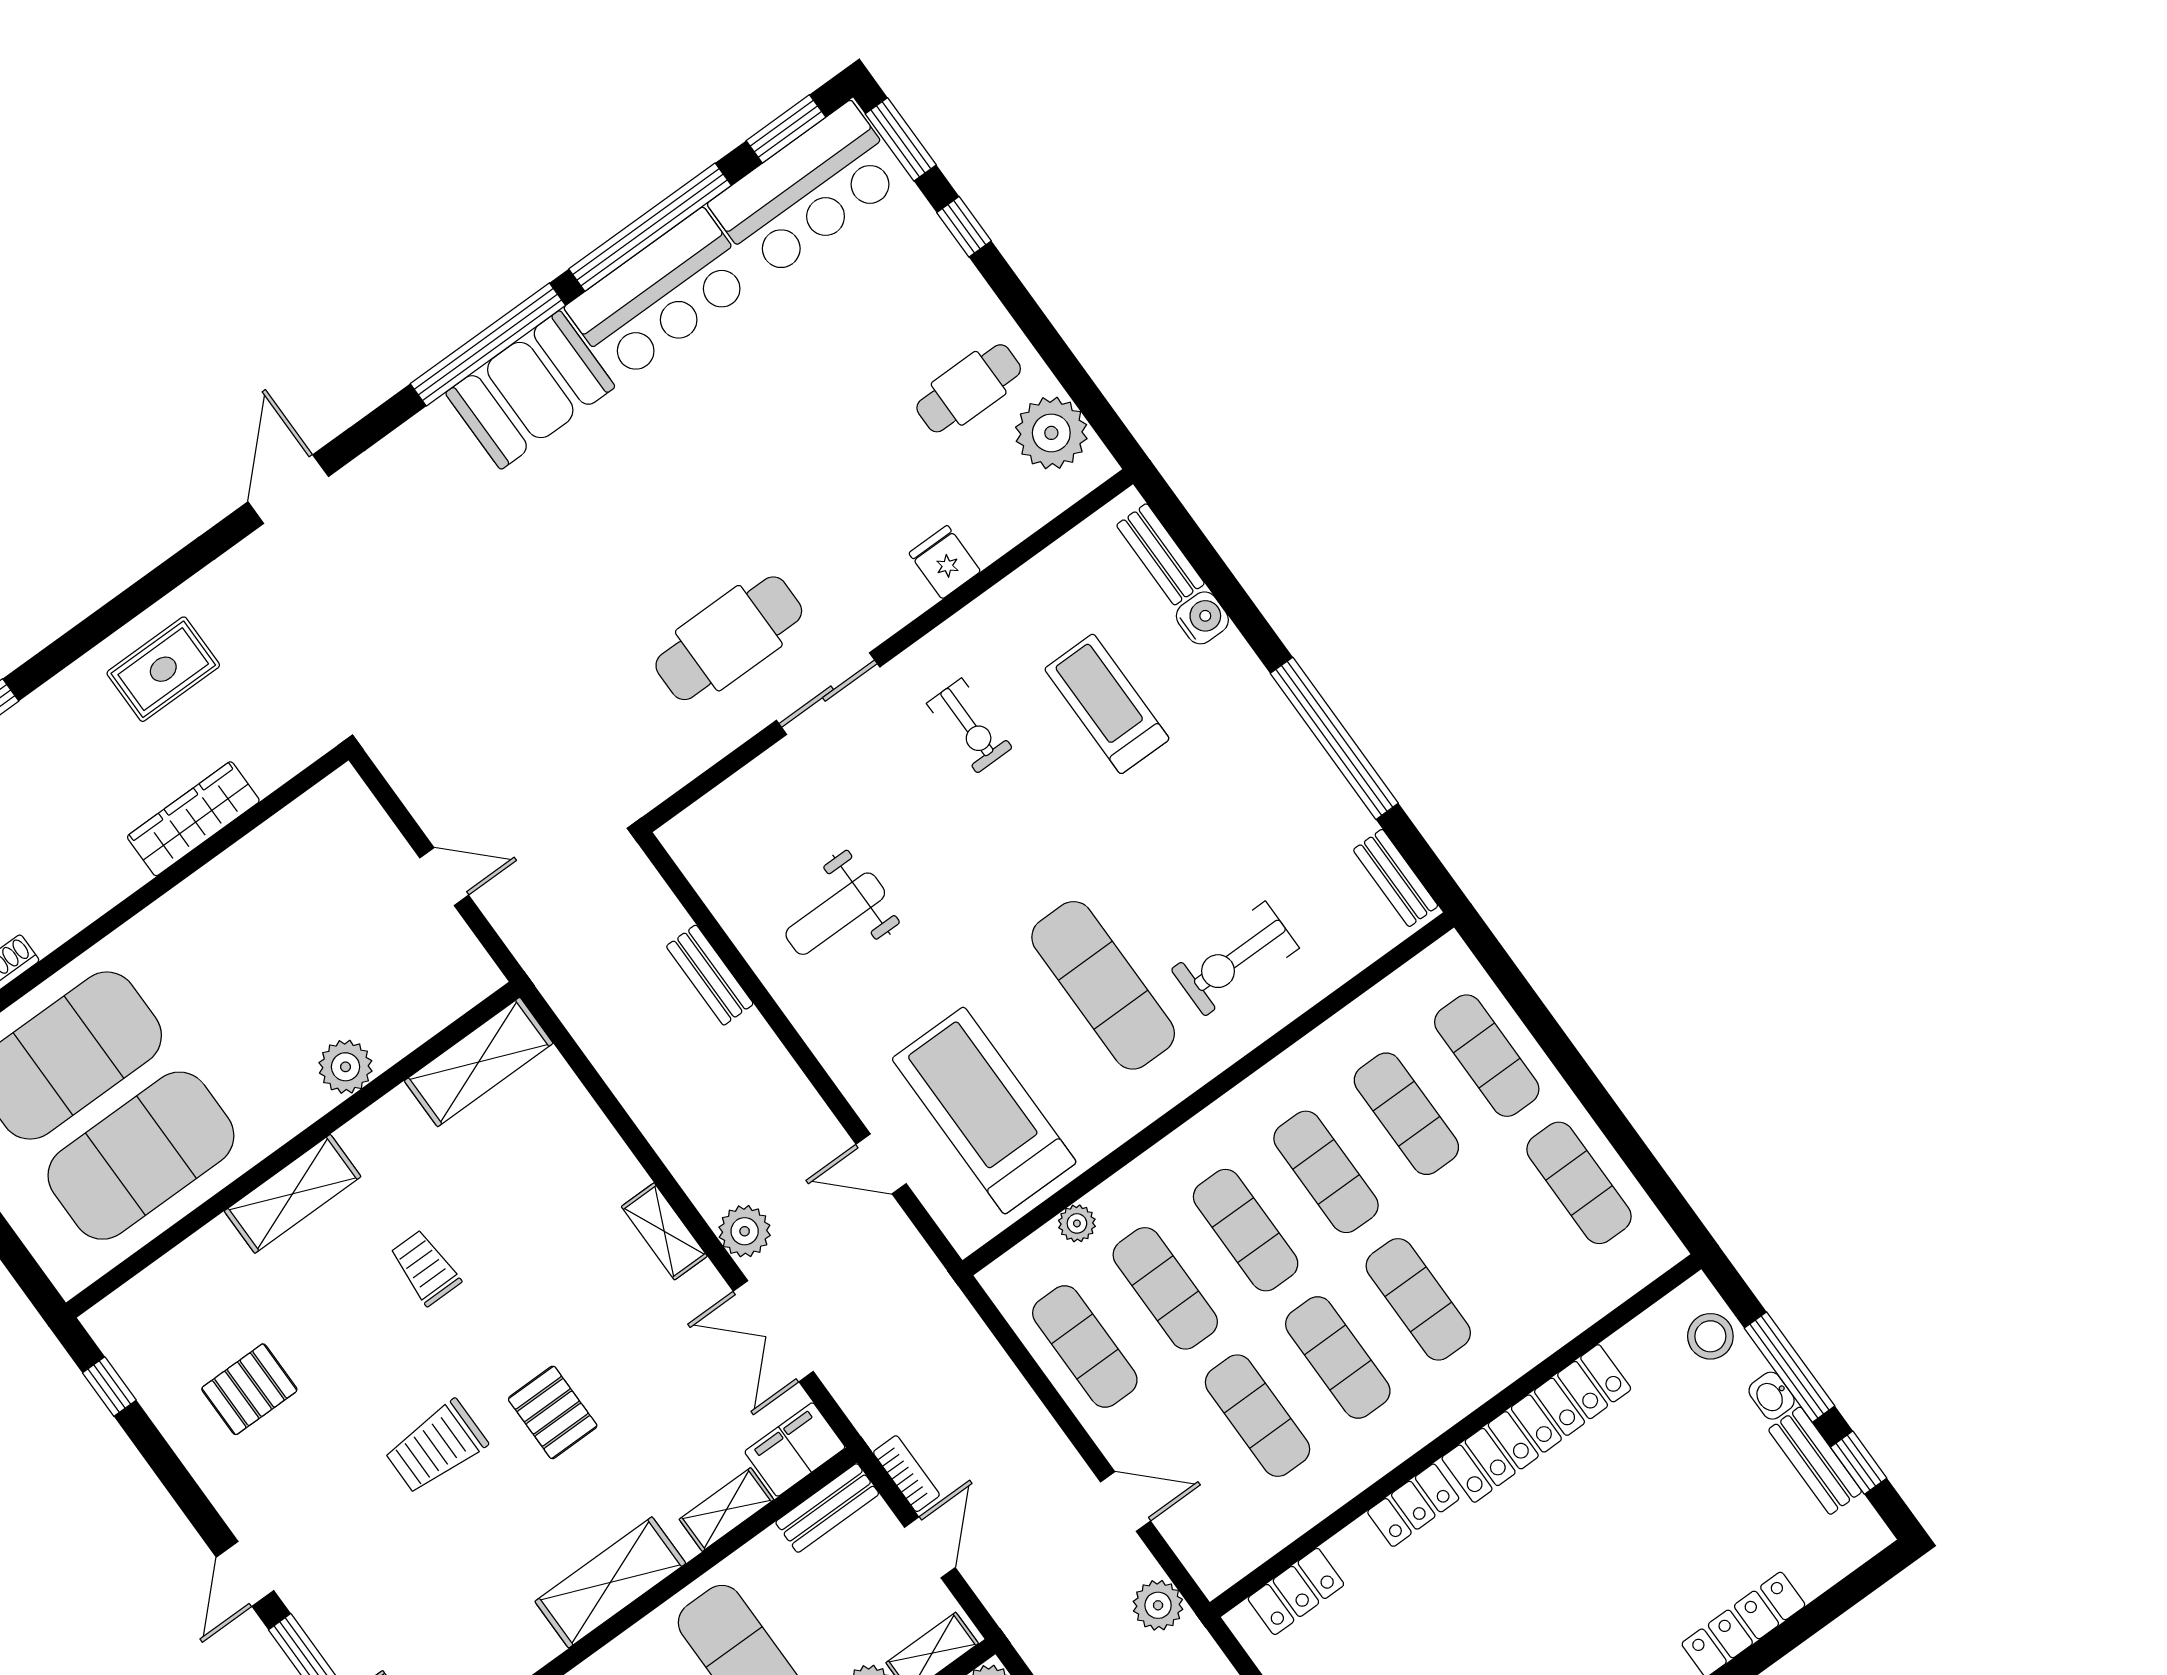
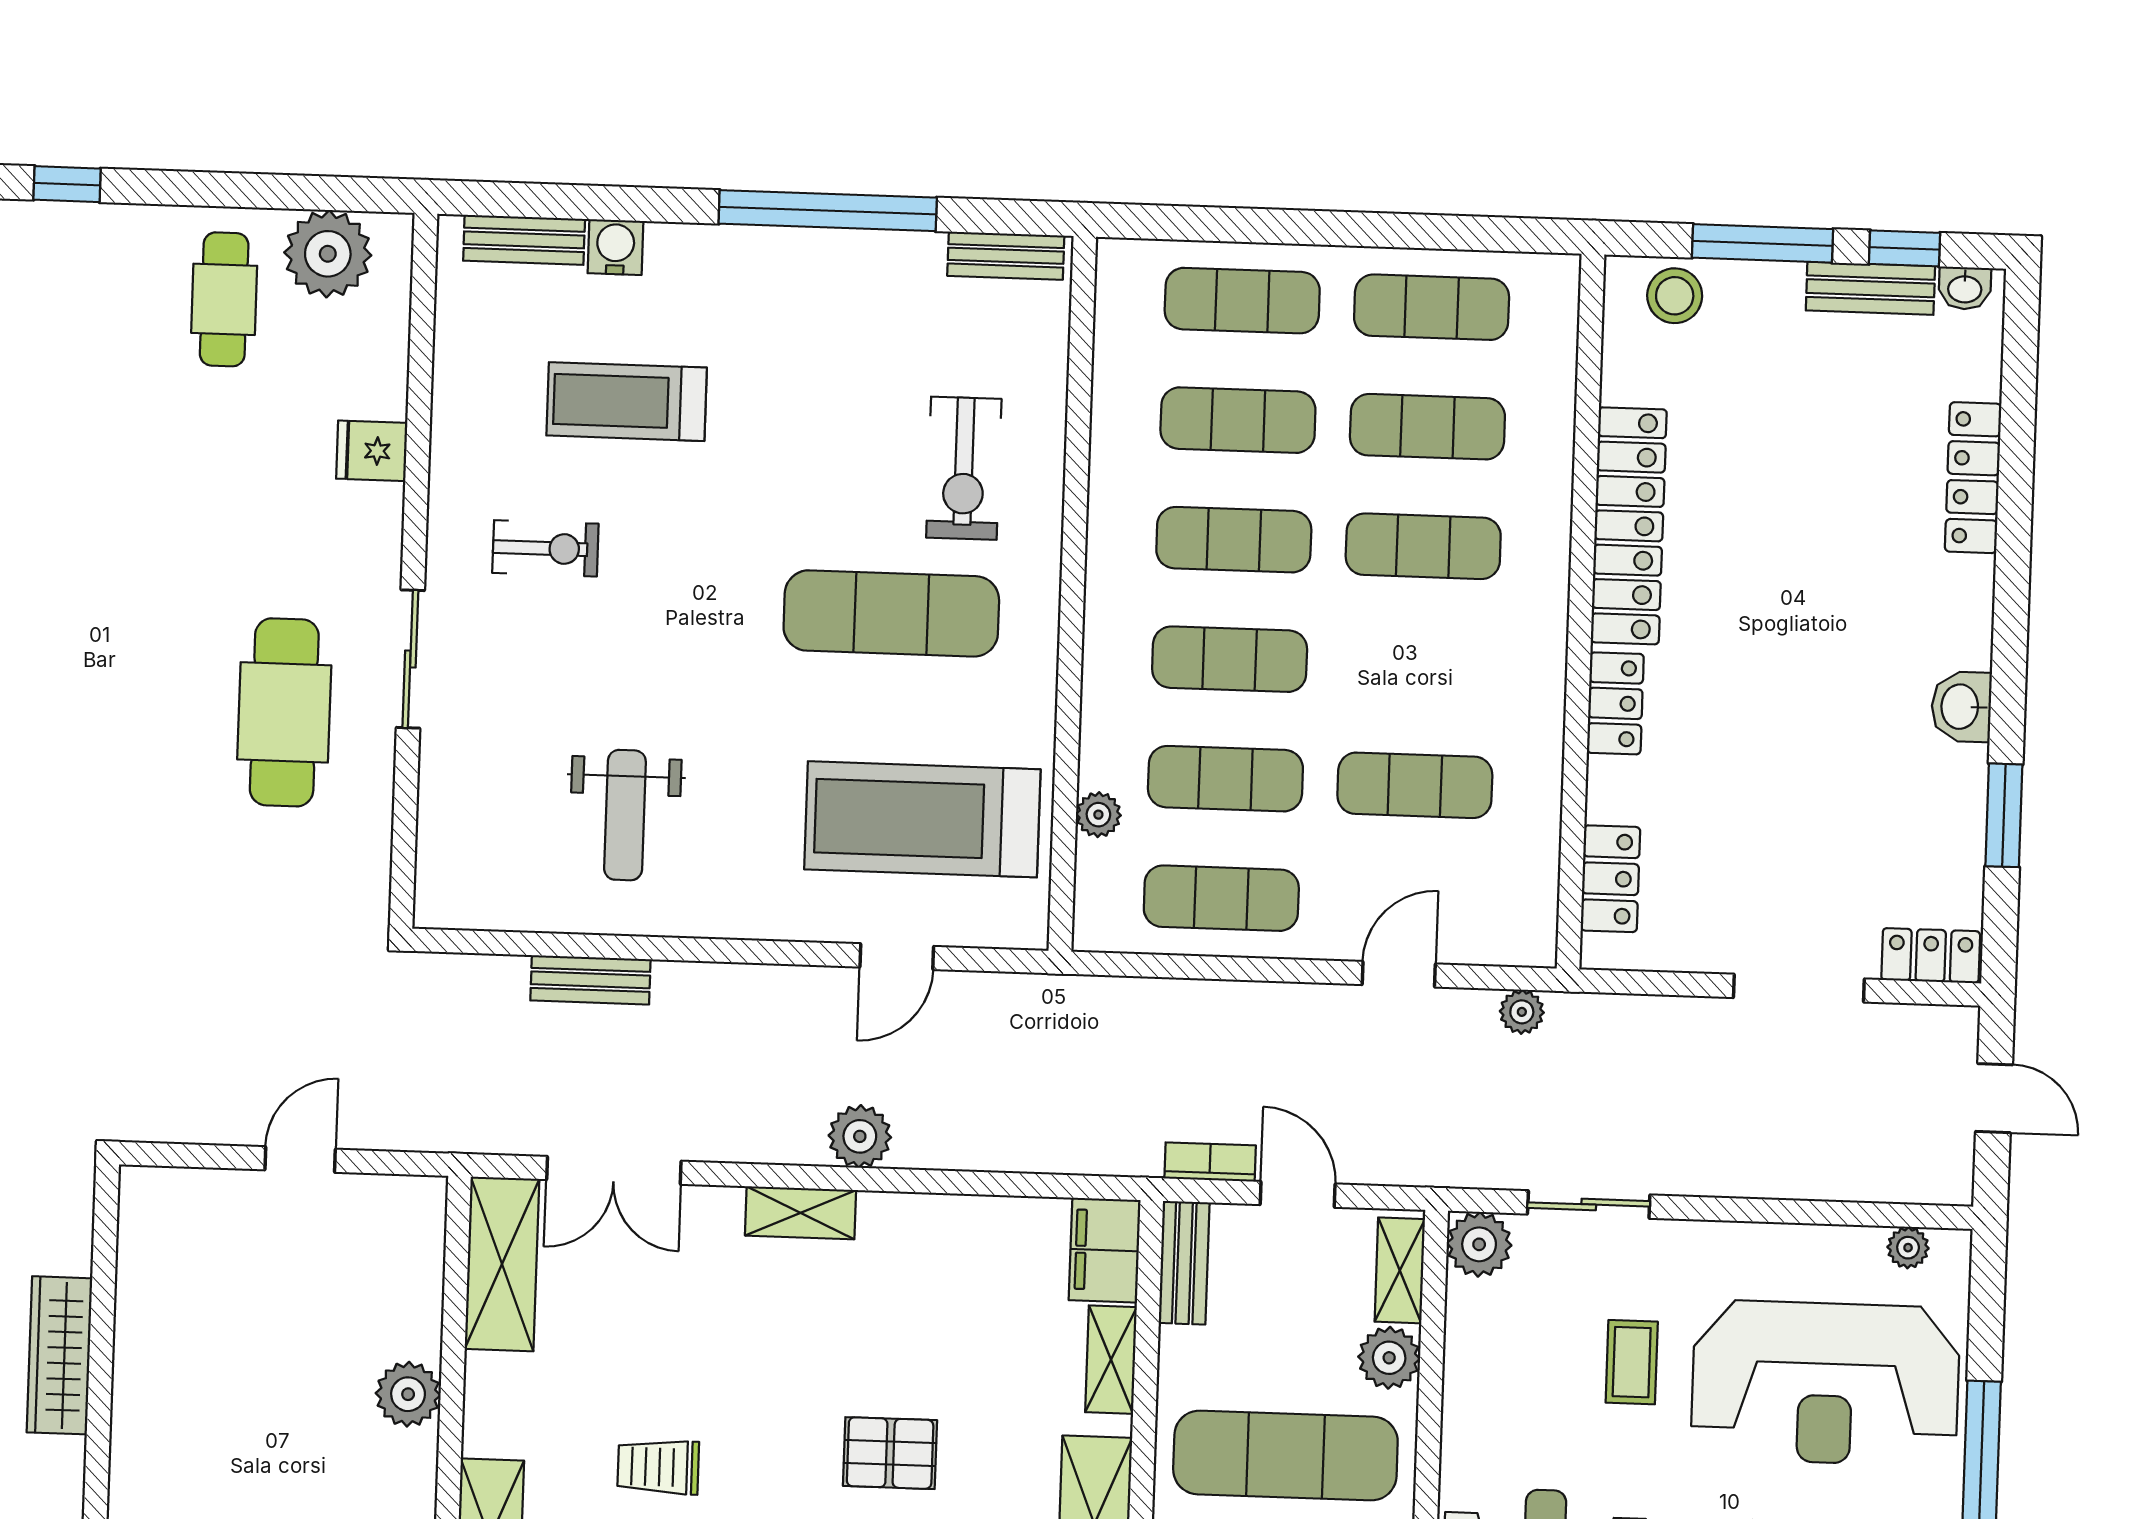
double door: (773, 1331) -> (614, 1170), moved
exercise mat: (1338, 1358) -> (1427, 427), moved
washbasin: (1772, 1396) -> (1965, 288), moved
plant: (1158, 1605) -> (1522, 1012), width x0.73, depth x0.73

